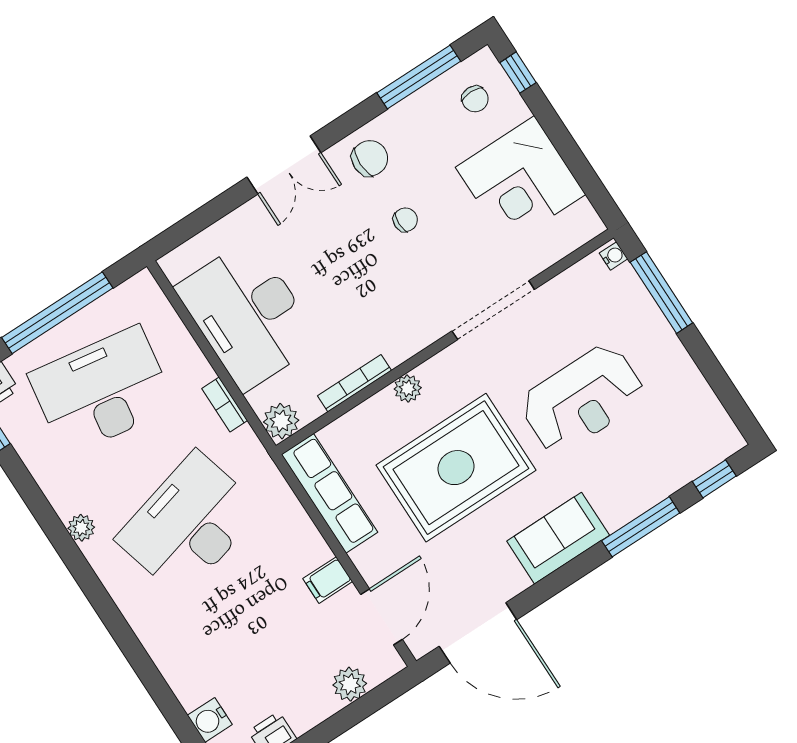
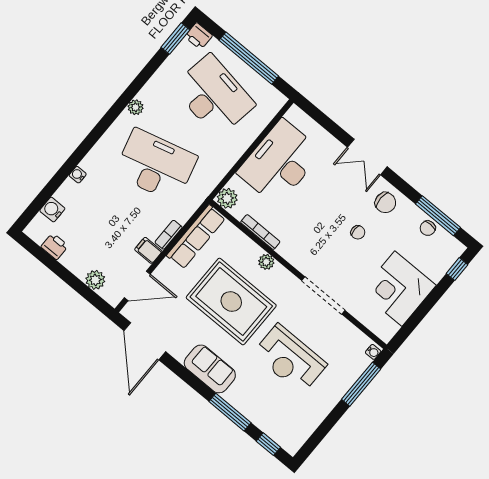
chair: (475, 99) -> (428, 228), moved
bookcase: (225, 405) -> (169, 235), moved
water cooler: (164, 659) -> (78, 175), added

